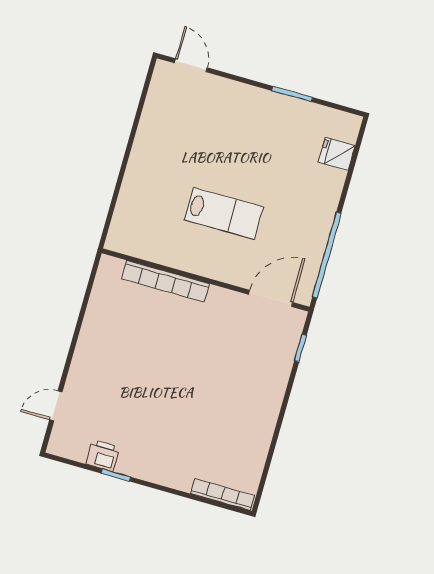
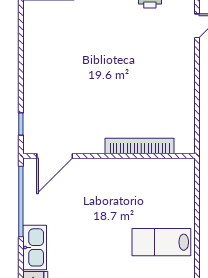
kitchen sink: (326, 195) -> (35, 247), added
lab bench: (224, 213) -> (161, 242), moved

